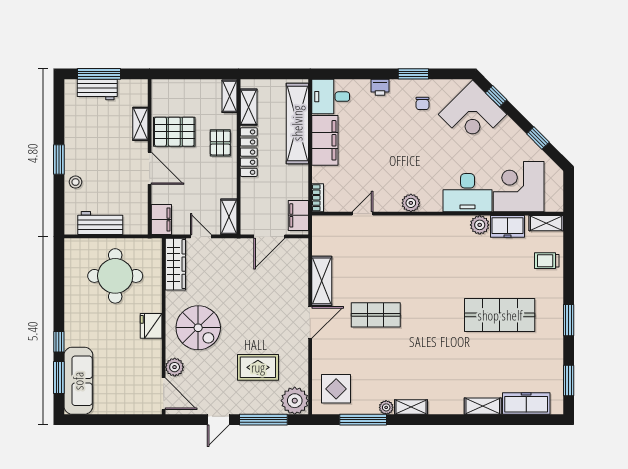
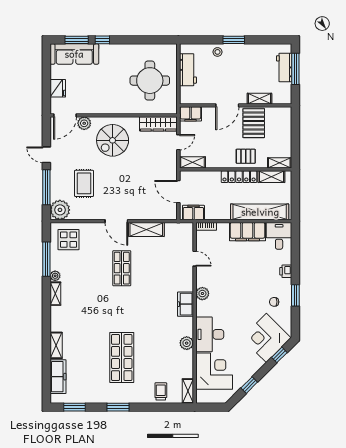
freezer: (508, 226) -> (185, 304), moved
fridge: (151, 326) -> (58, 88), moved, turned 90

